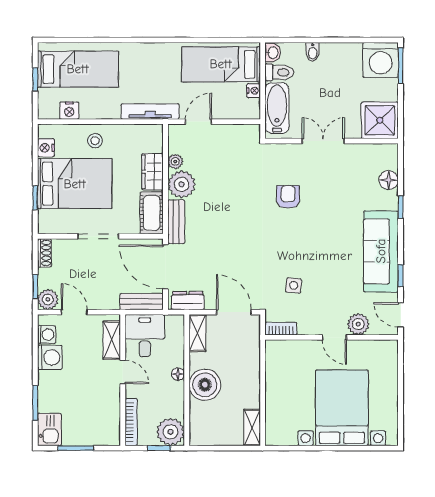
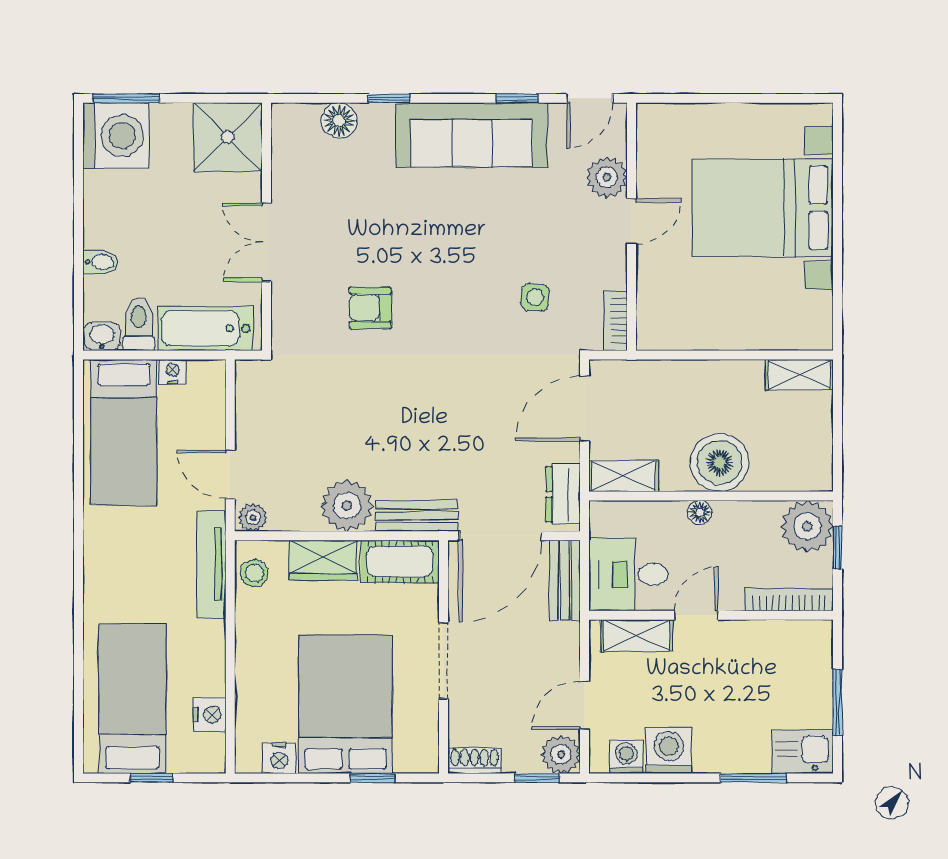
stool: (95, 141) -> (254, 573), moved
plant: (175, 161) -> (253, 517), moved

